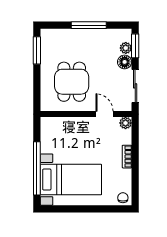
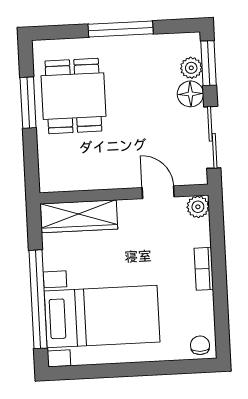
window: (37, 50) -> (28, 103), moved
dining table: (72, 82) -> (73, 96), moved
wardrobe: (61, 125) -> (79, 216), added

